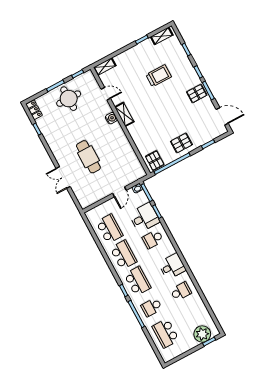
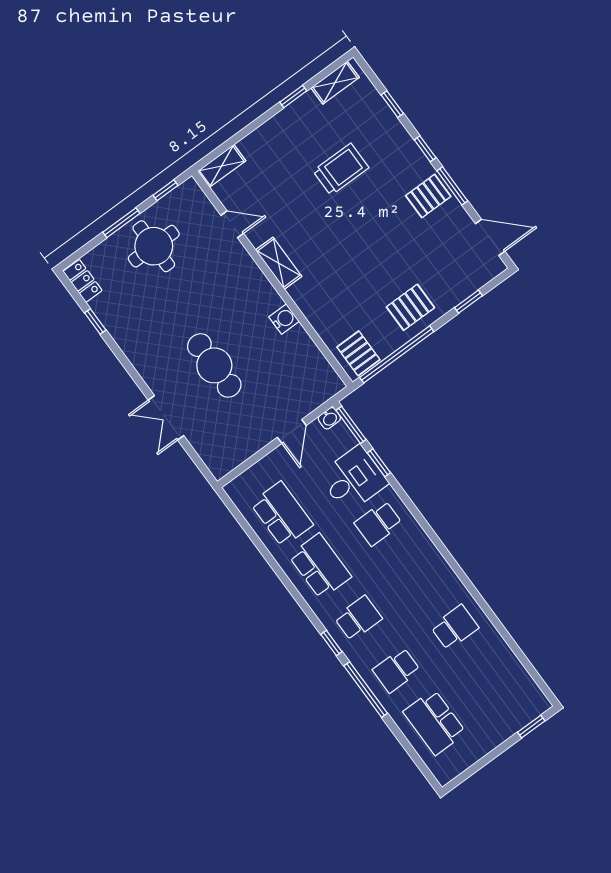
water cooler: (111, 118) -> (284, 319), moved
desk: (172, 266) -> (428, 576), removed
school desk: (138, 281) -> (358, 618), width x0.54
plant: (202, 334) -> (514, 713), removed

